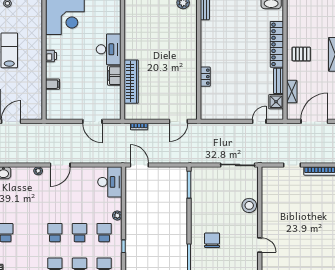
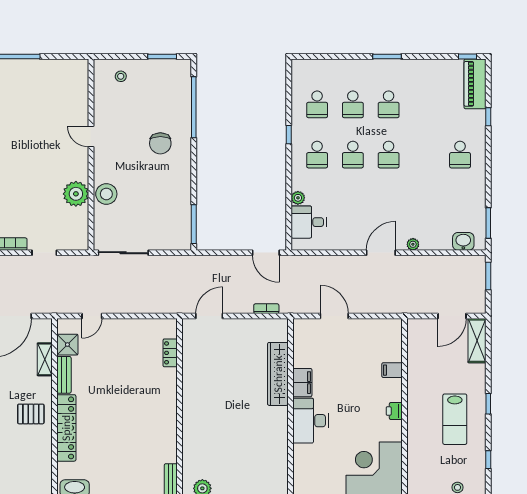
locker: (205, 77) -> (170, 353), moved
desk: (110, 182) -> (309, 222), width x0.73
plant: (270, 206) -> (76, 194), added
plant: (117, 215) -> (298, 198), moved

